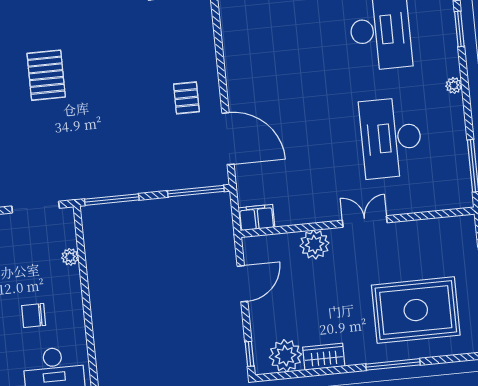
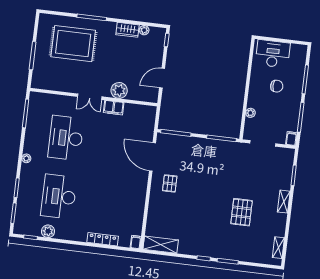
desk: (391, 138) -> (66, 138), turned 180
filing cabinet: (256, 218) -> (114, 108), moved
plant: (285, 356) -> (144, 30), width x0.53, depth x0.53

